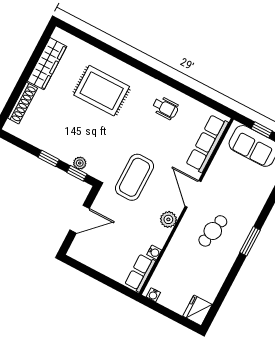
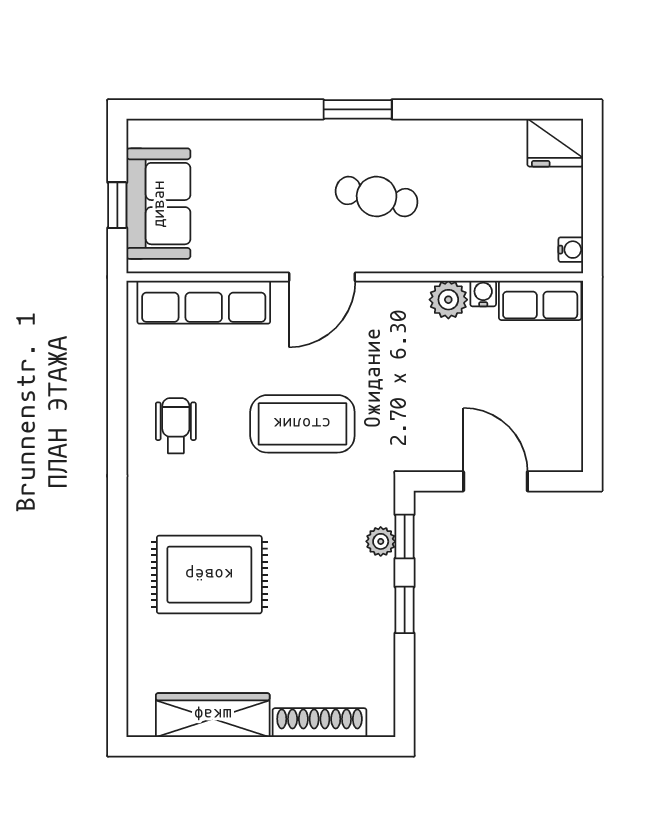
rug: (102, 91) -> (209, 575), turned 90
coffee table: (135, 177) -> (302, 424), moved
plant: (168, 219) -> (448, 300), moved

